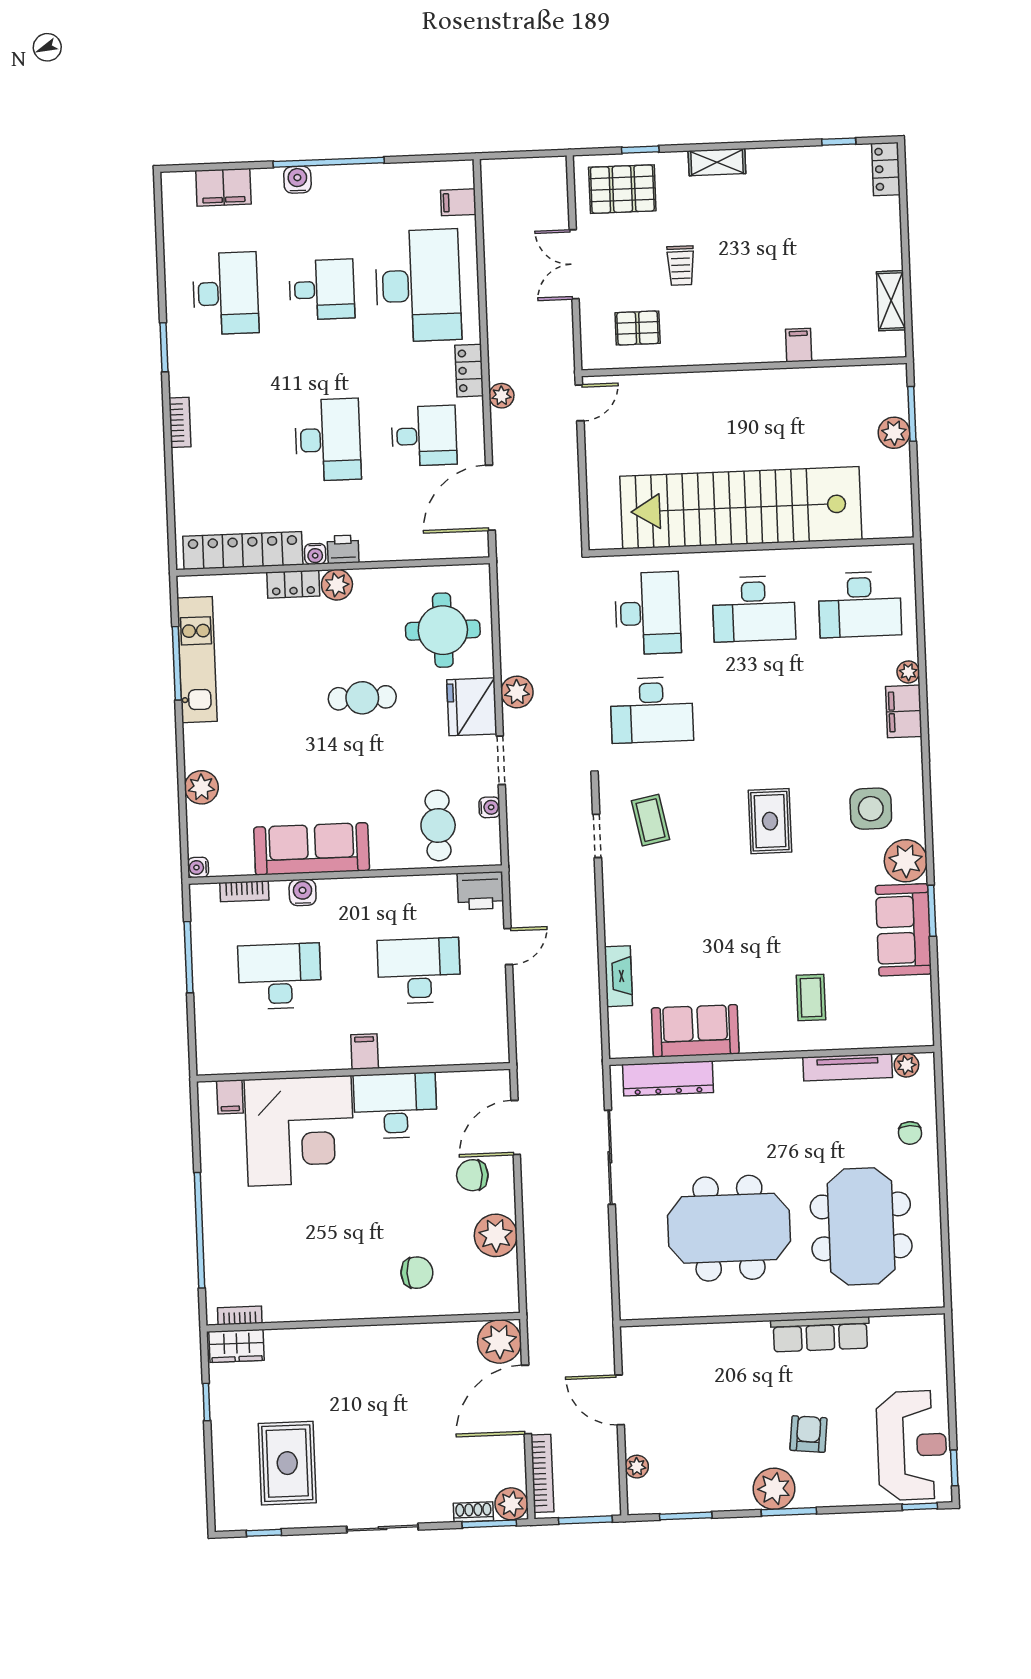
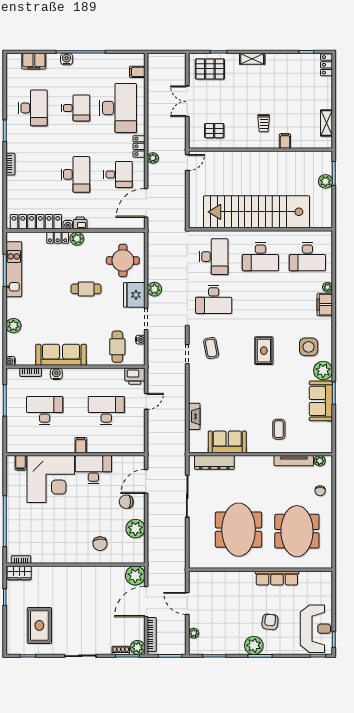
trolley: (681, 266) -> (264, 123), moved
meeting table: (729, 1228) -> (239, 530), turned 90
chair: (417, 1273) -> (100, 544), turned 86

